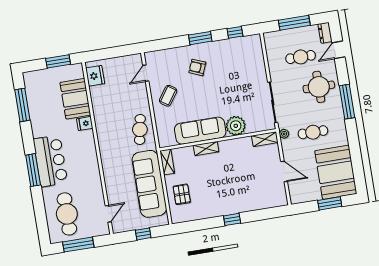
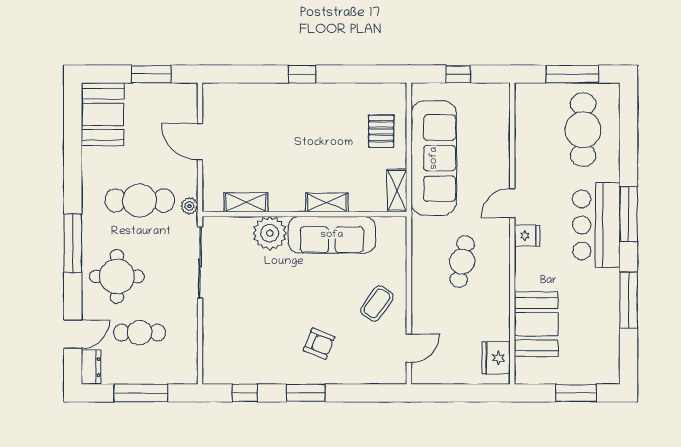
window: (58, 61) -> (576, 393), moved
window: (22, 105) -> (629, 300), moved
fridge: (85, 123) -> (527, 235), moved
cafe table: (140, 129) -> (462, 262), moved
cafe table: (313, 132) -> (140, 200), width x1.37, depth x1.35
shelving: (265, 139) -> (246, 202), moved
booth: (336, 172) -> (103, 114), width x0.73, depth x0.70
window: (330, 203) -> (151, 74), moved
door: (108, 214) -> (512, 203), moved

